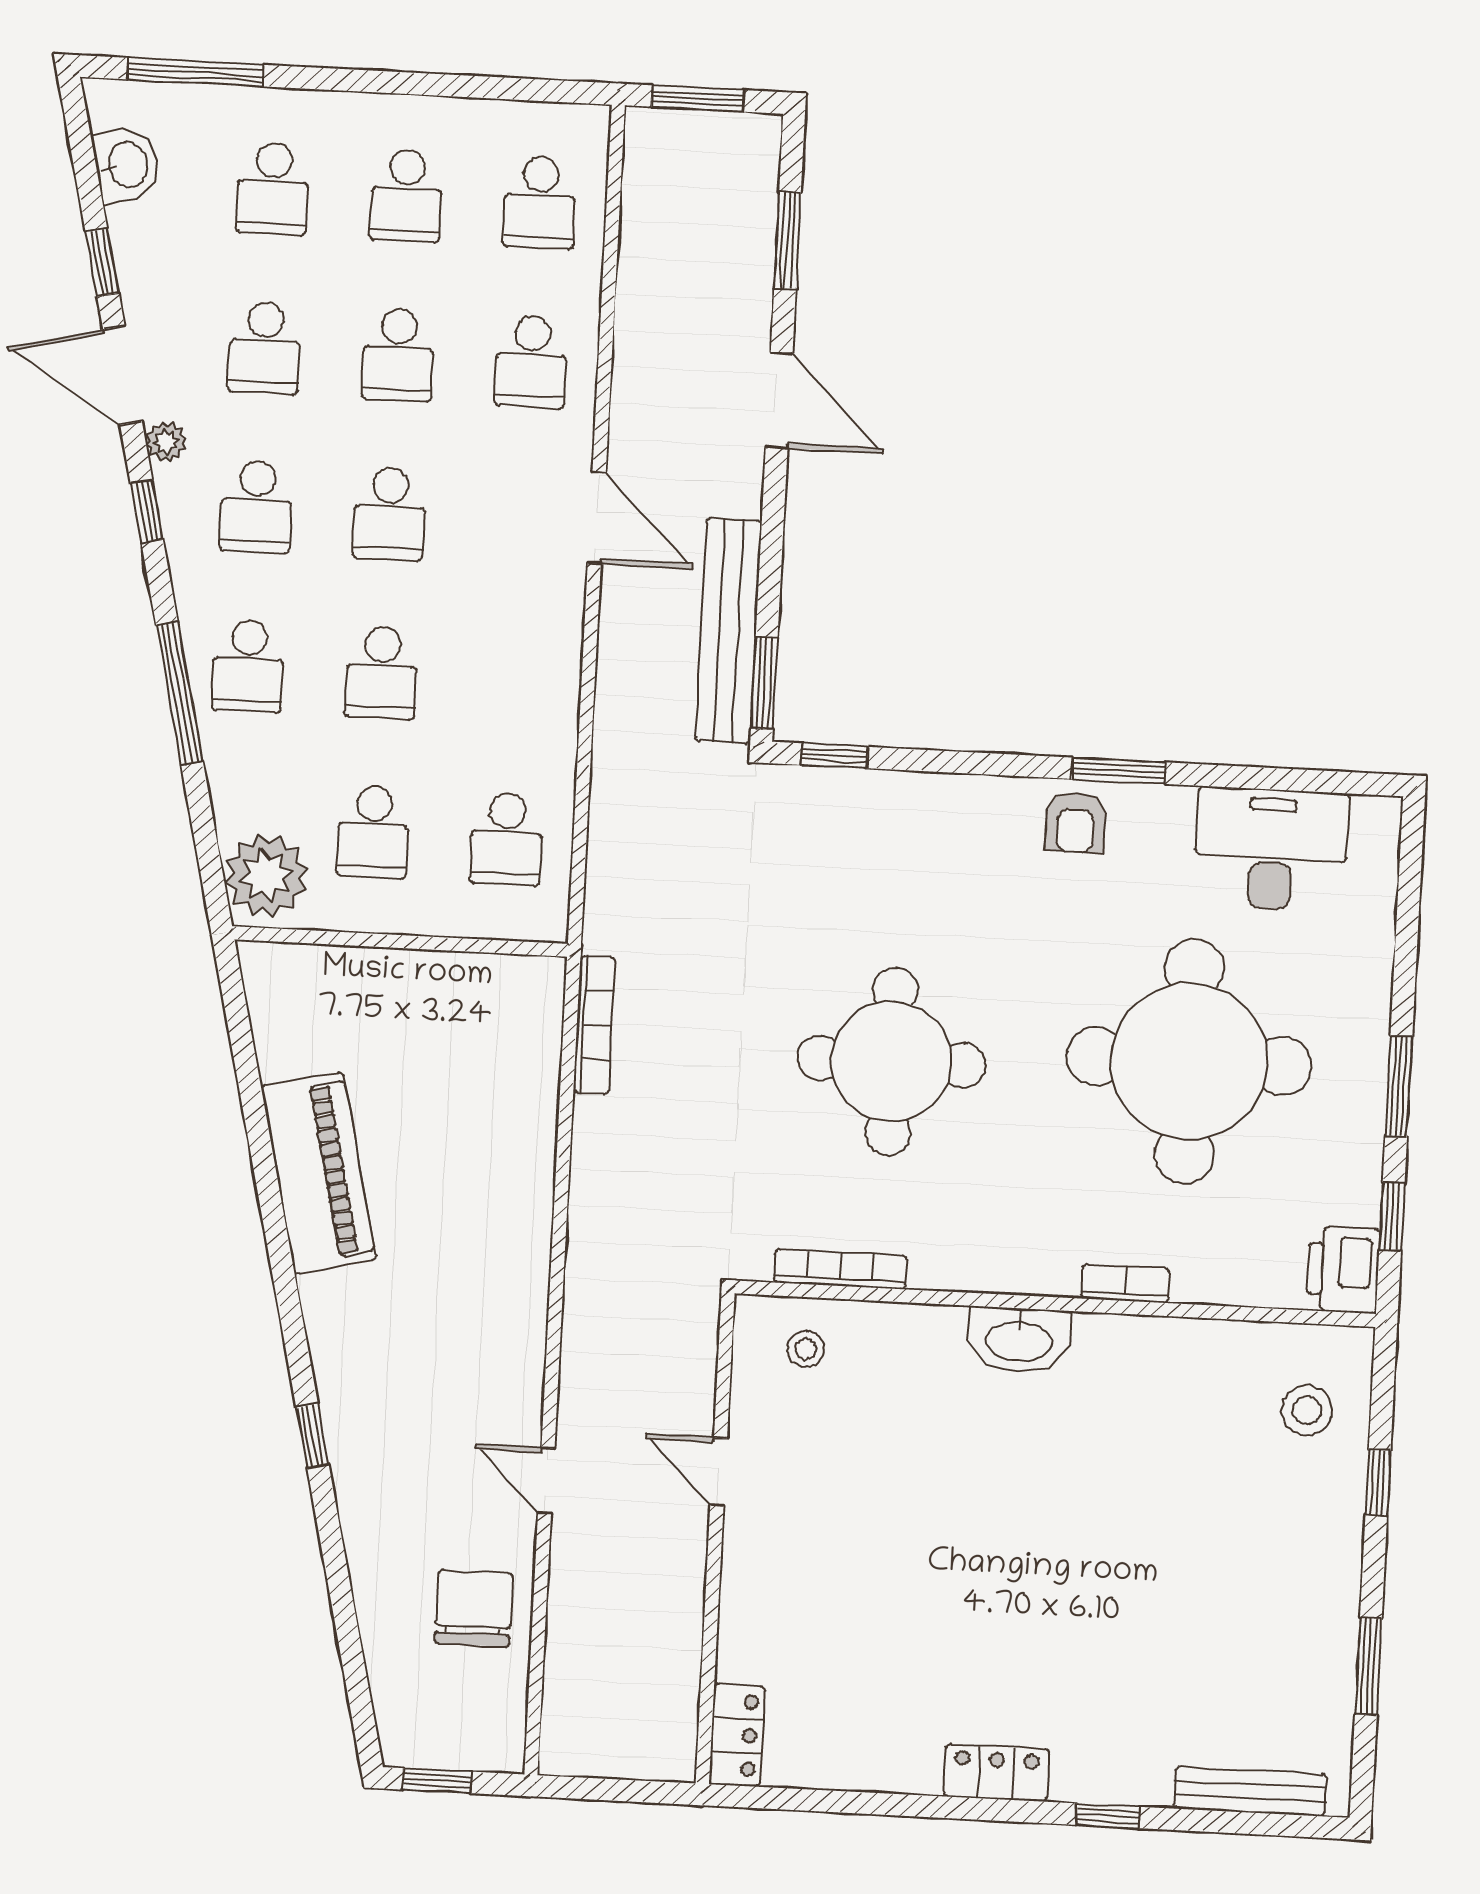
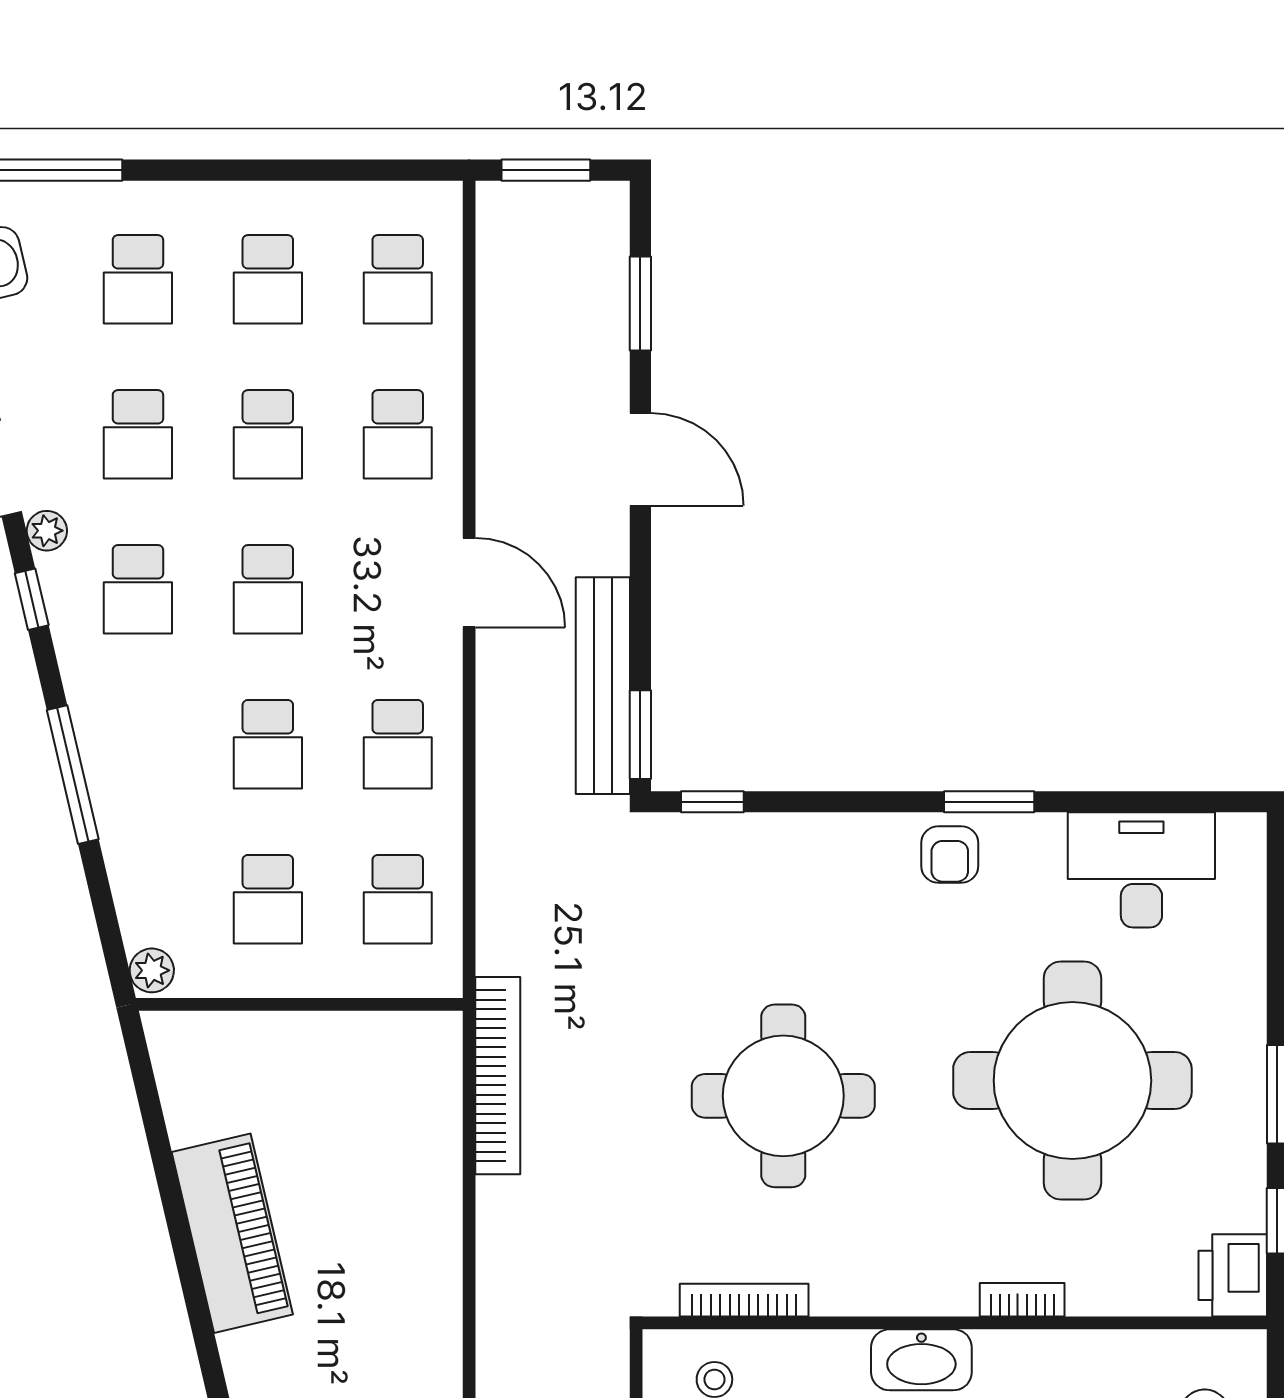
school desk: (248, 666) -> (398, 744), moved
plant: (266, 876) -> (152, 970), width x0.53, depth x0.53
bookcase: (594, 1025) -> (498, 1076), width x1.48, depth x1.31

